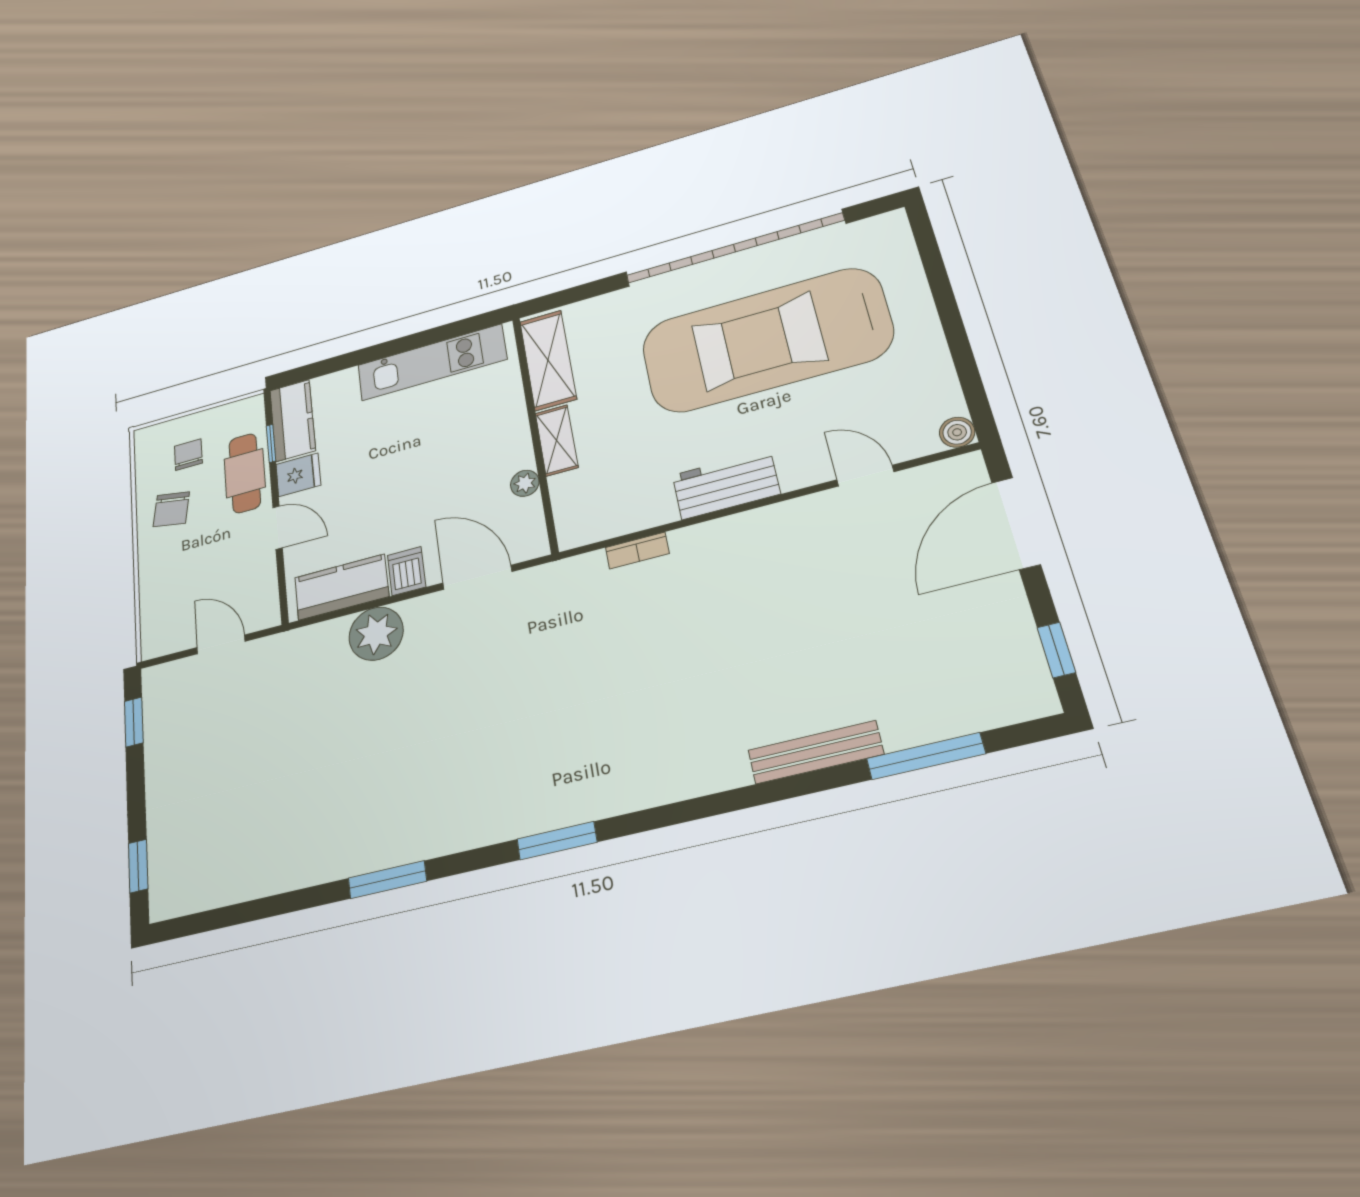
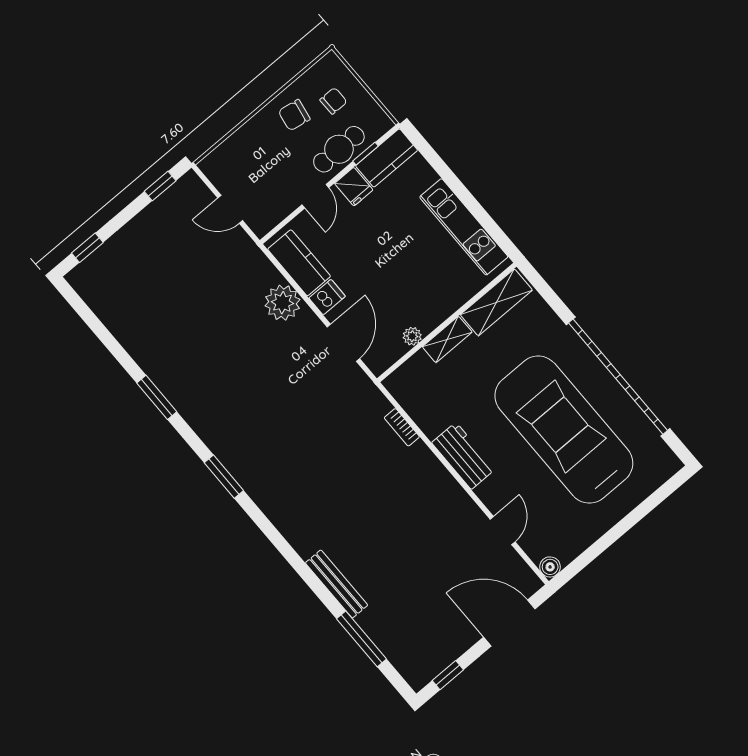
door: (221, 644) -> (230, 209), swing flipped

